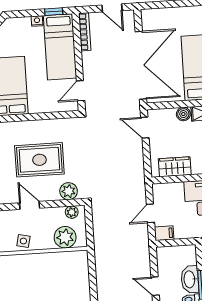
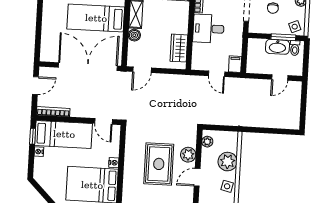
nightstand: (35, 108) -> (114, 163), added
plant: (69, 191) -> (188, 155), moved
plant: (65, 237) -> (228, 162), moved

